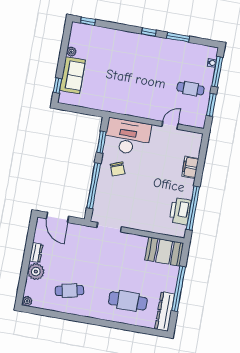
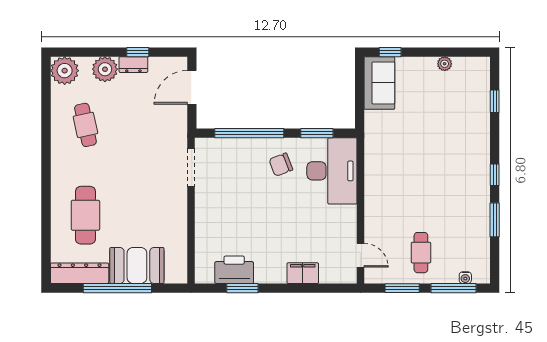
window: (88, 21) -> (495, 101), moved
sofa: (73, 75) -> (379, 83), moved, turned -90
door: (170, 125) -> (360, 255), moved
window: (193, 208) -> (242, 288), width x0.47
window: (28, 248) -> (138, 52), added
booth: (164, 252) -> (137, 265), moved, turned 90
plant: (27, 301) -> (65, 71), width x1.87, depth x1.87

